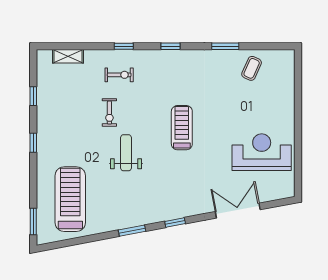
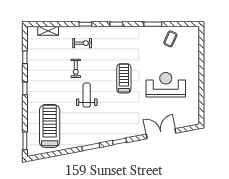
reception desk: (262, 152) -> (166, 85), moved

